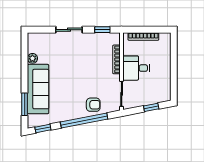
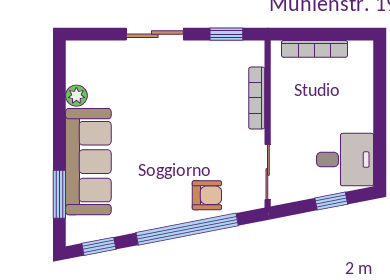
desk: (136, 68) -> (345, 160), moved, turned 180

